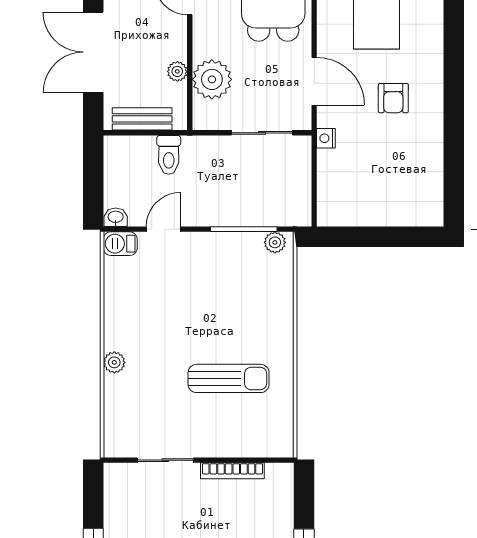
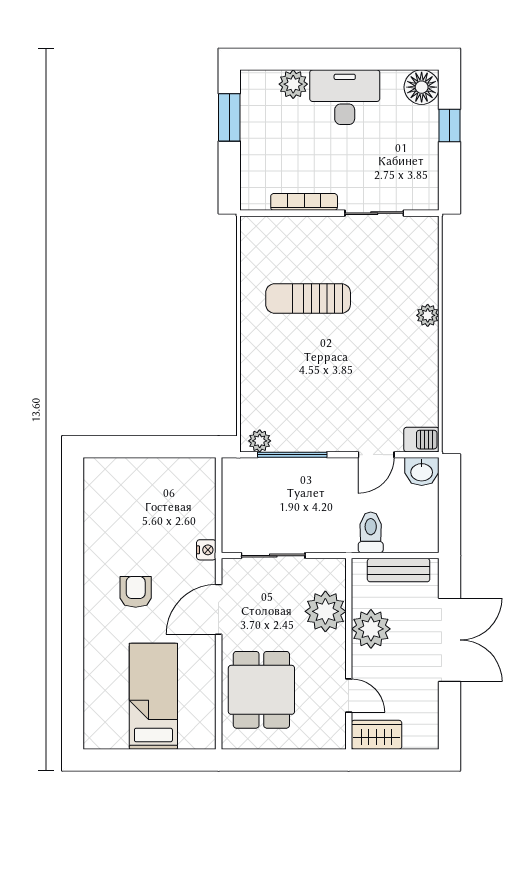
plant: (177, 71) -> (371, 629), width x1.88, depth x1.88
door: (314, 81) -> (219, 609), hinge flipped
washbasin: (116, 217) -> (422, 471), width x1.38, depth x1.45

